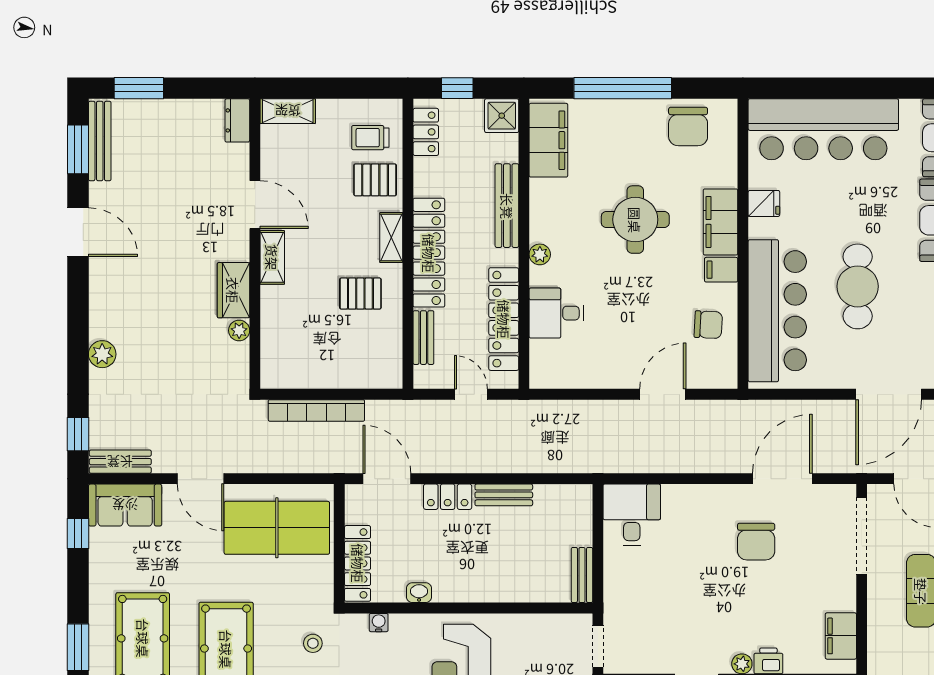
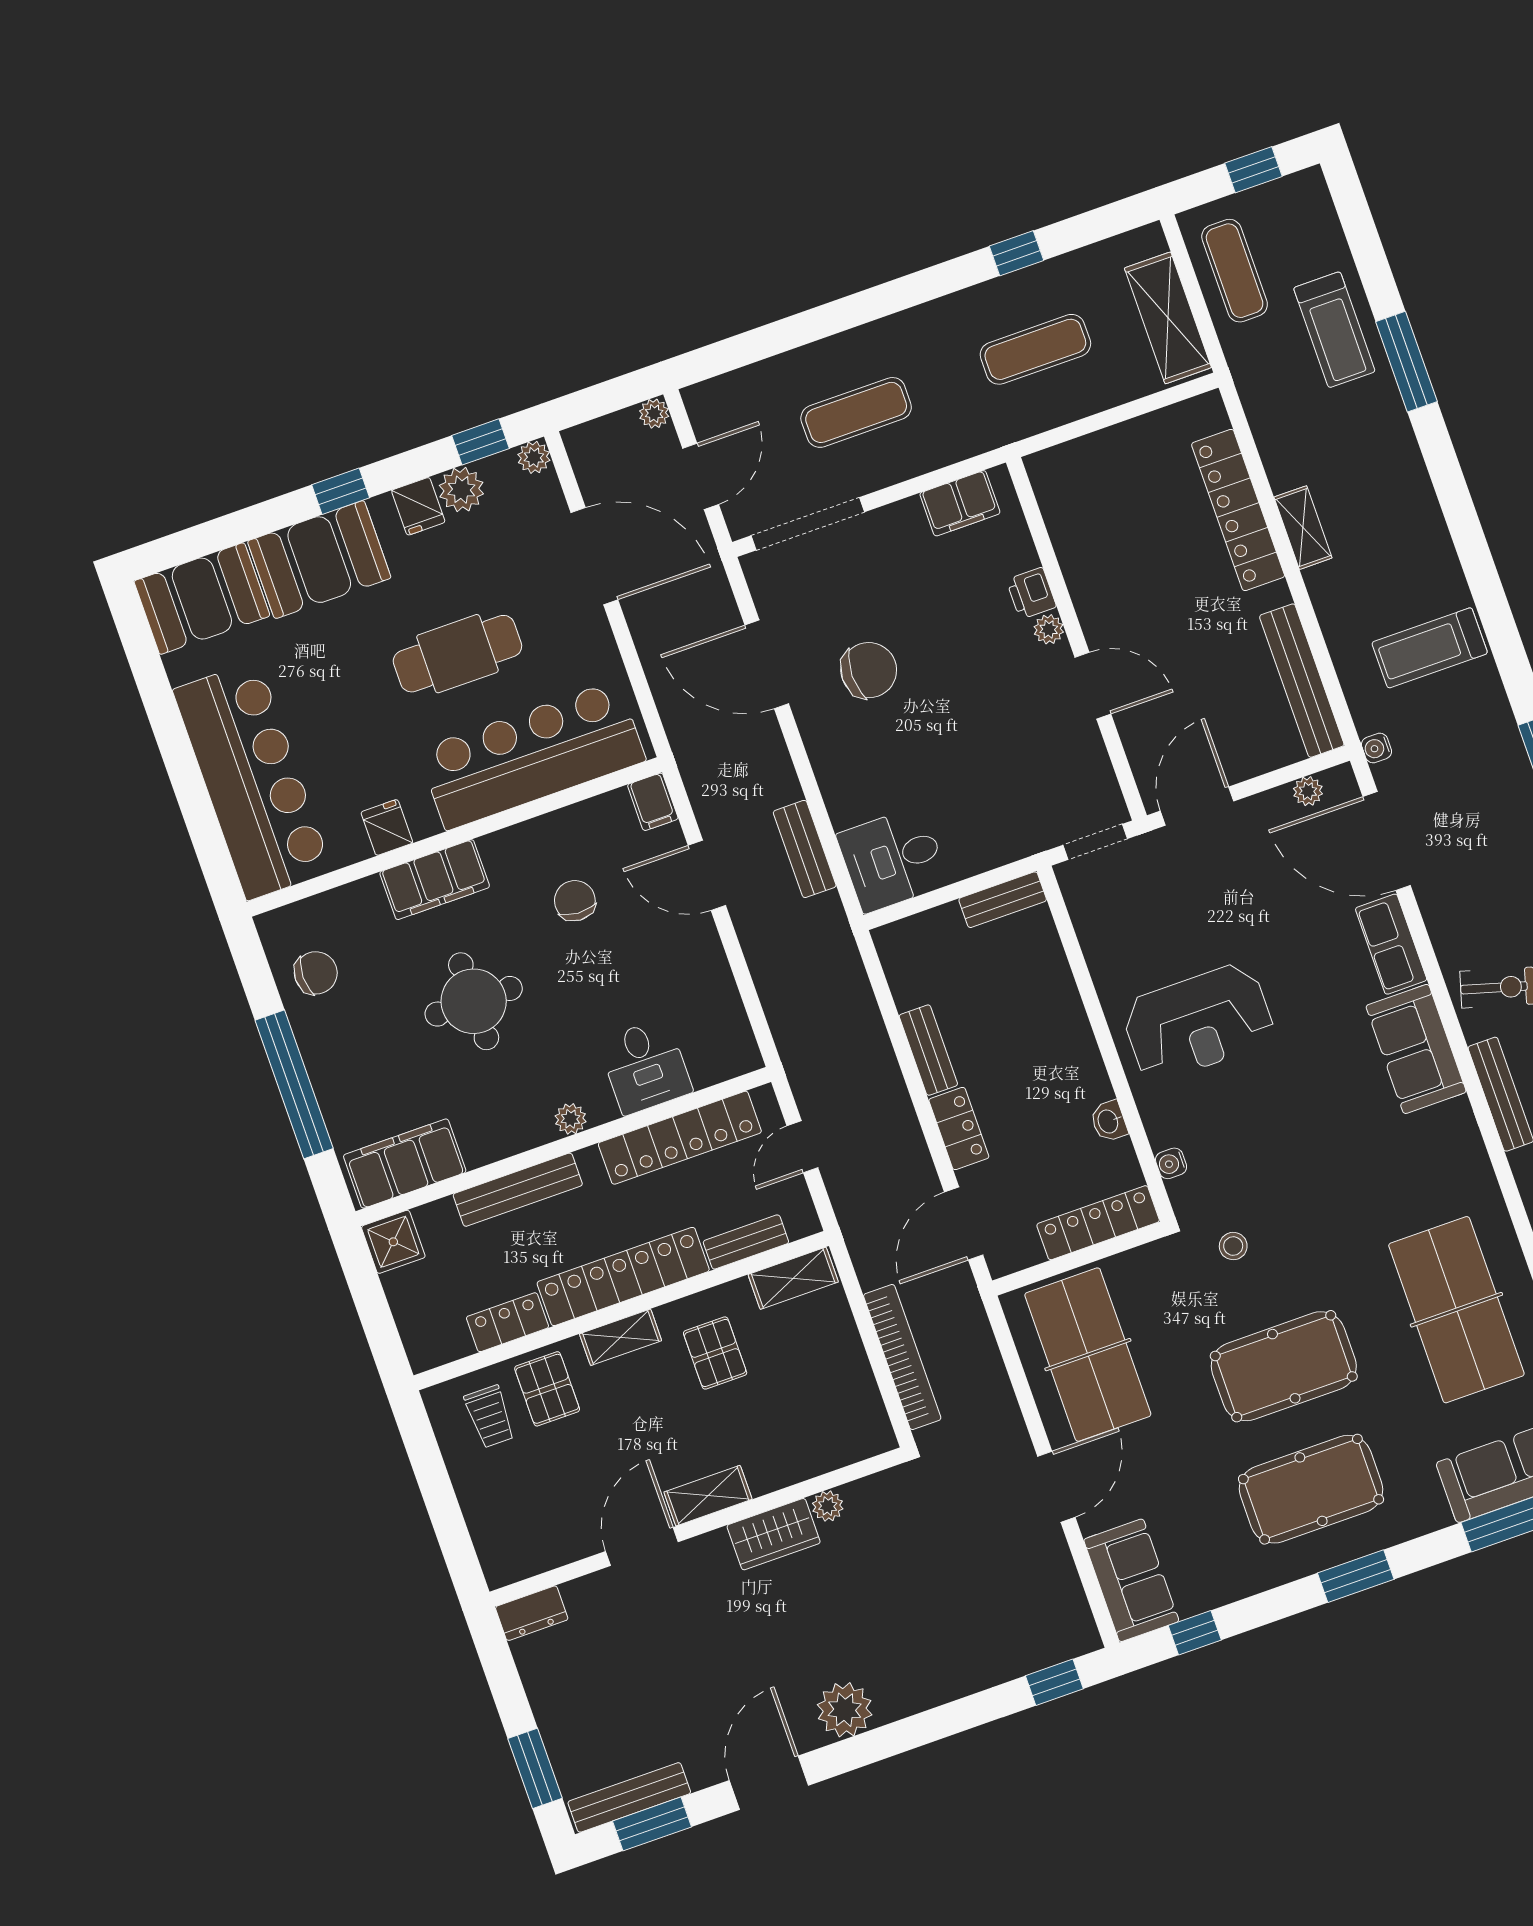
window: (457, 88) -> (377, 1318), removed
shelving: (288, 111) -> (793, 1278), moved, turned 90
chair: (688, 126) -> (316, 973), width x0.73, depth x0.73
locker: (426, 132) -> (507, 1322), moved
filing cabinet: (721, 270) -> (653, 802), moved
chair: (708, 325) -> (575, 901), moved
plant: (102, 354) -> (845, 1710), moved, width x1.36, depth x1.36
bench: (120, 462) -> (805, 849), moved

